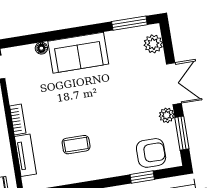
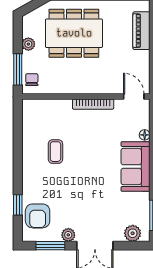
bookcase: (18, 119) -> (93, 104), width x1.56
tv unit: (25, 155) -> (53, 106), removed

